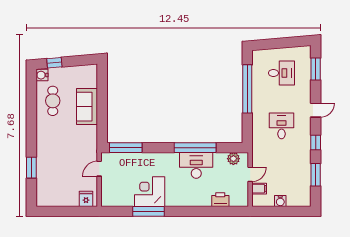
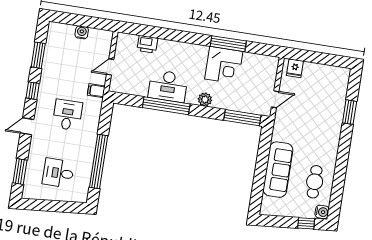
sofa: (87, 107) -> (278, 170), width x1.36
desk: (281, 126) -> (67, 115), turned 180
plant: (233, 159) -> (205, 99), moved
filing cabinet: (259, 189) -> (96, 91), moved

